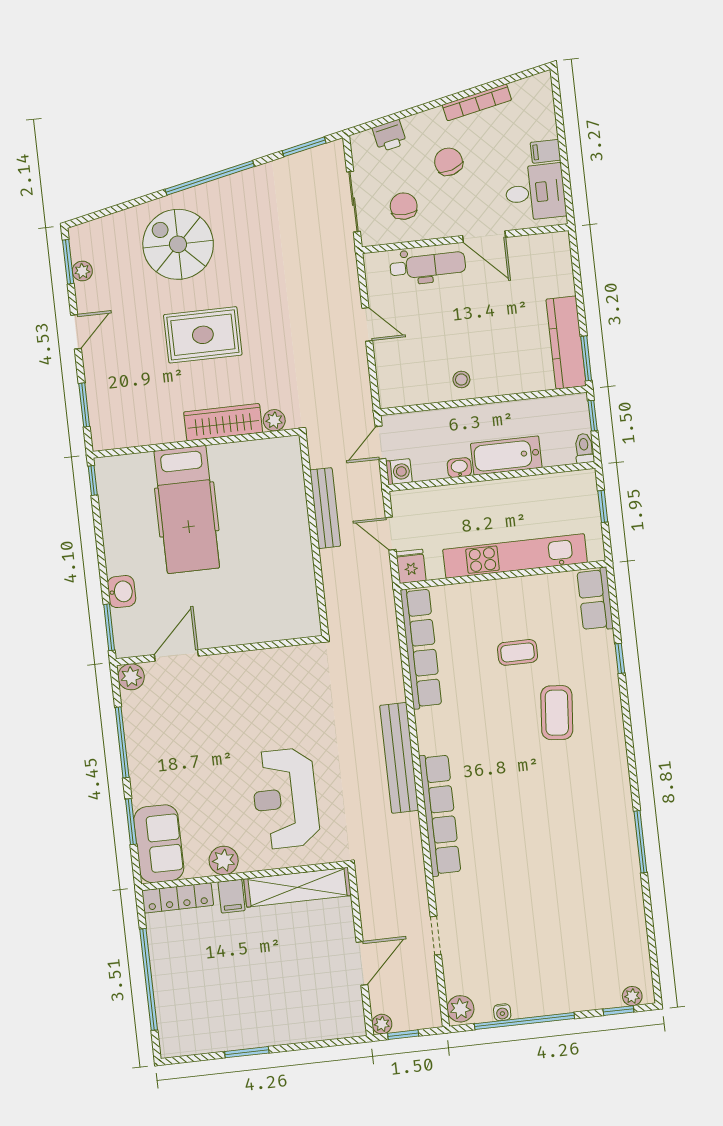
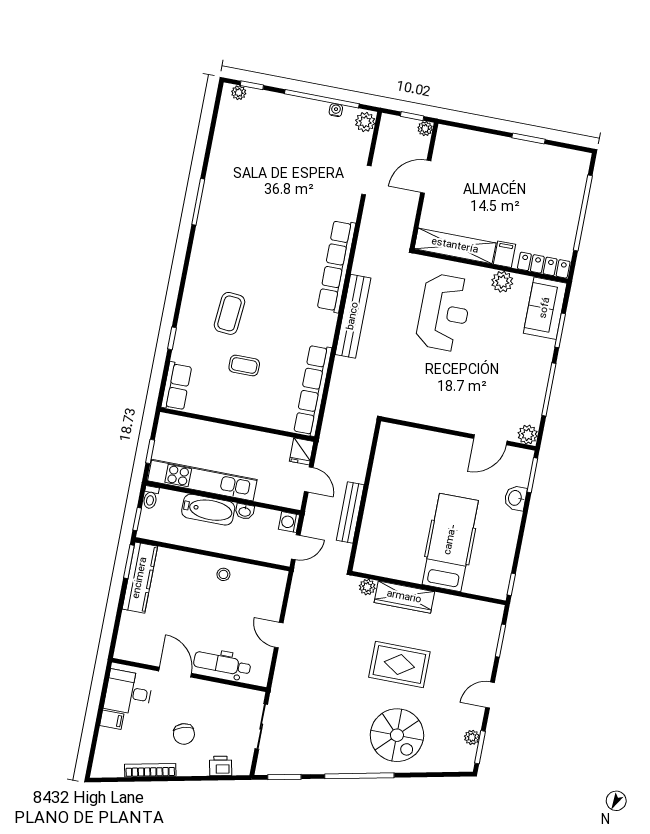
chair: (404, 206) -> (226, 712), removed
kitchen unit: (515, 556) -> (202, 480), moved, turned 180

